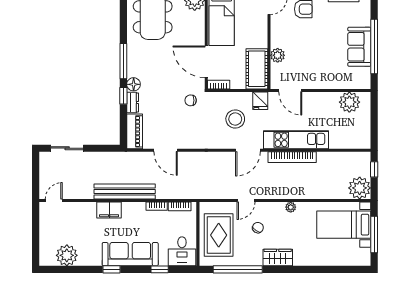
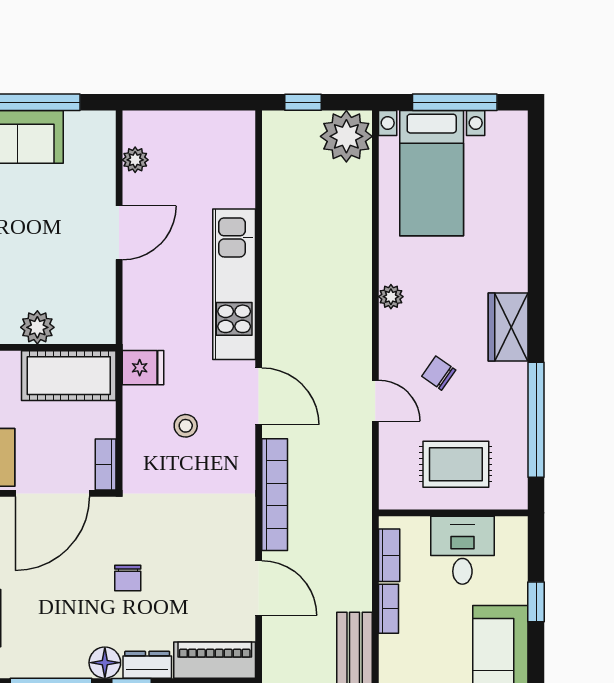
door: (290, 90) -> (119, 233), moved
chair: (191, 100) -> (128, 578), moved
plant: (349, 102) -> (135, 160), width x0.53, depth x0.53
stool: (235, 119) -> (186, 426), width x0.53, depth x0.53
door: (166, 150) -> (259, 588), hinge flipped
bookcase: (292, 157) -> (275, 495), moved
rug: (219, 235) -> (456, 464), width x0.73, depth x0.70
desk: (182, 251) -> (462, 550), moved, turned -90

